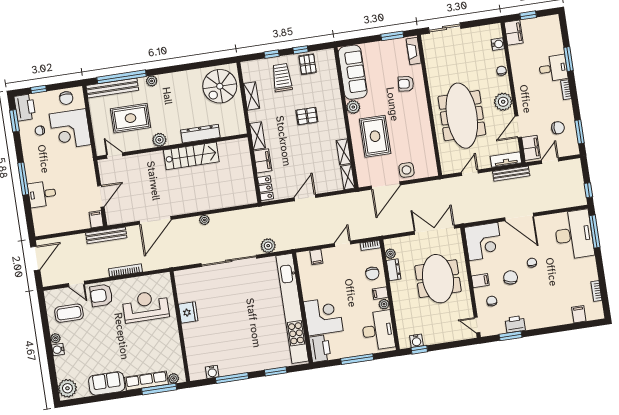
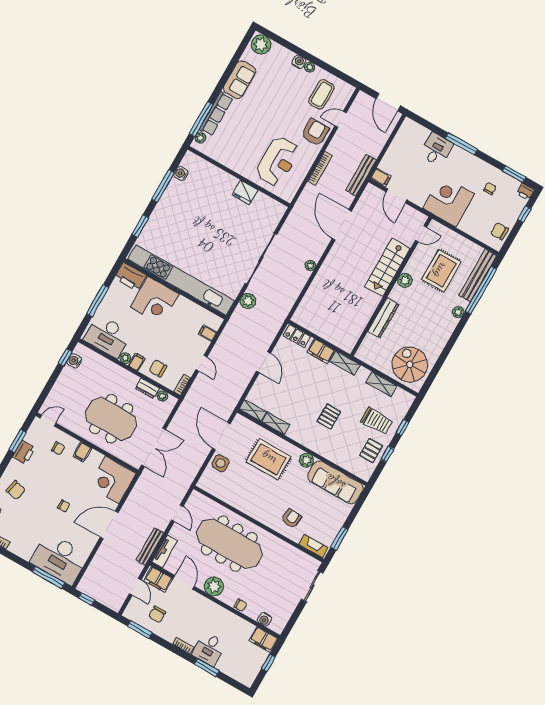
pallet: (308, 64) -> (371, 451), turned 90
printer: (25, 107) -> (525, 192), width x0.53, depth x0.68
corner desk: (70, 129) -> (449, 201), moved
stairs: (191, 156) -> (387, 267), moved
chair: (511, 277) -> (16, 490), moved

